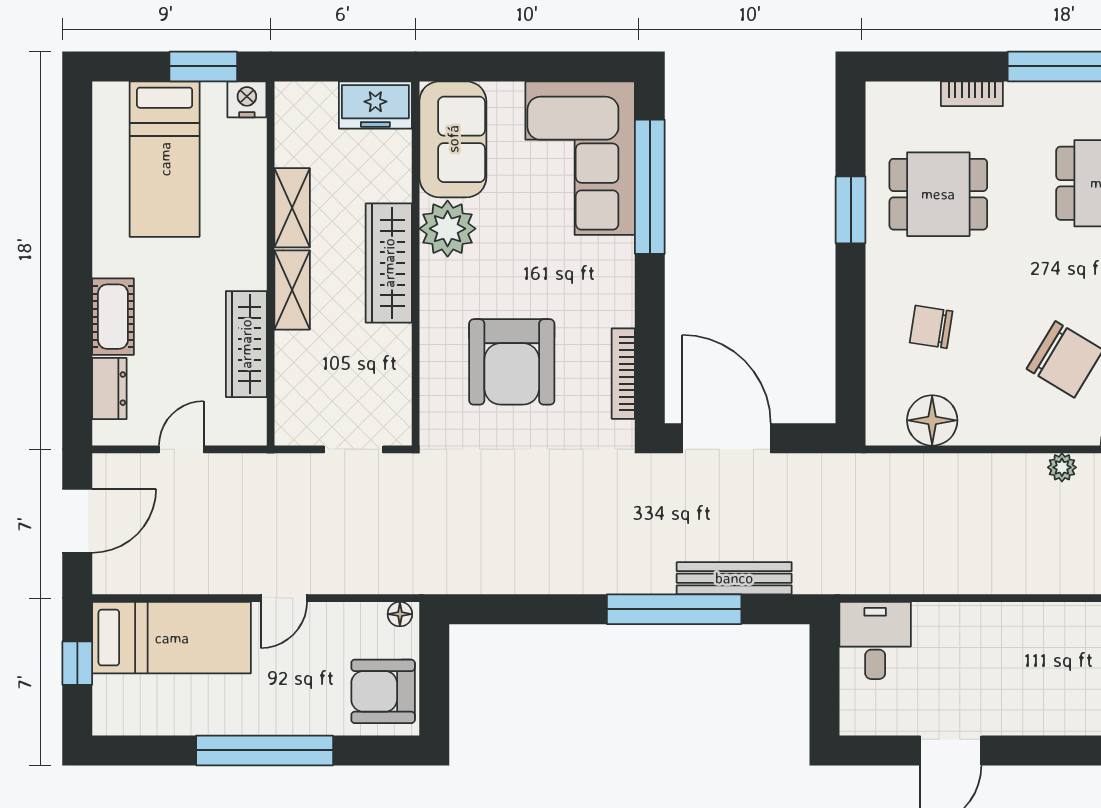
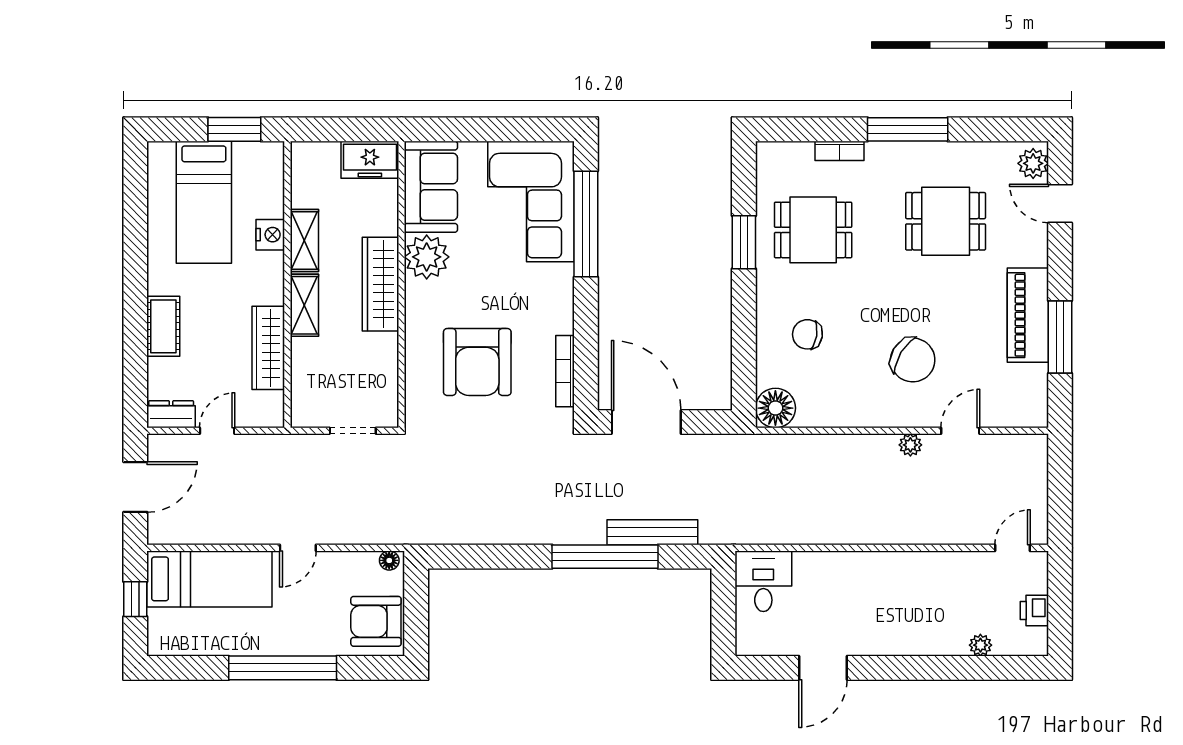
nightstand: (247, 99) -> (270, 235), moved, turned 90
dresser: (109, 389) -> (171, 414), moved, turned -90
floor lamp: (932, 420) -> (775, 408), moved

